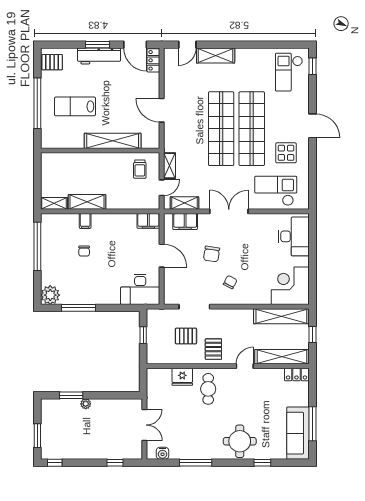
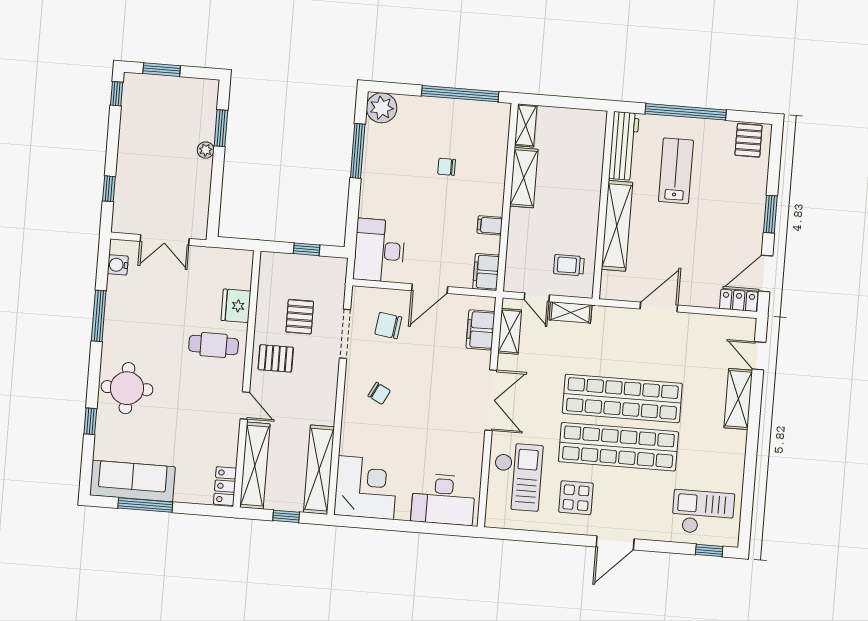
workbench: (99, 56) -> (624, 146), moved, turned 180
filing cabinet: (85, 221) -> (490, 225), moved
chair: (212, 254) -> (388, 326), moved

